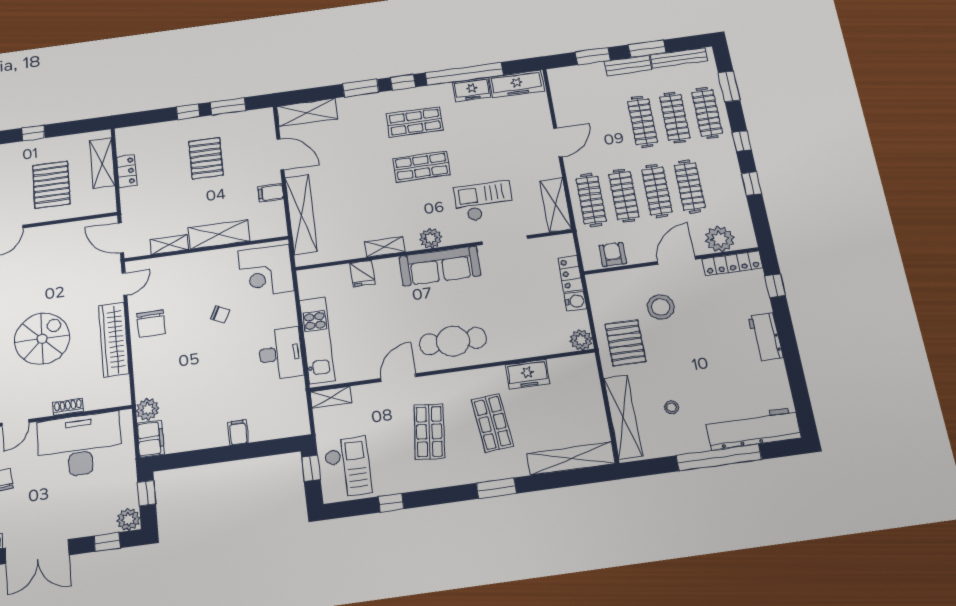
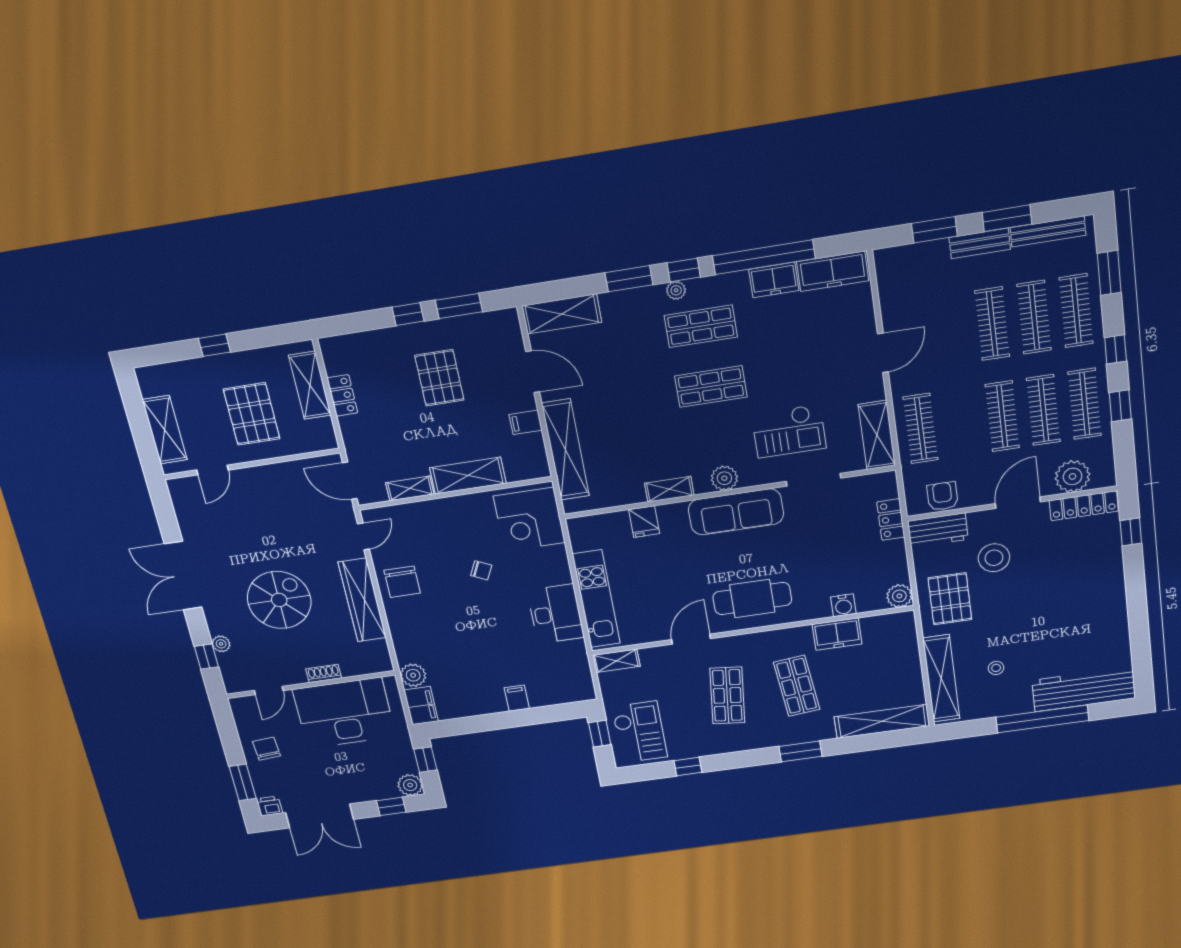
plant: (396, 96) -> (676, 290), added
clothes rail: (624, 195) -> (1085, 404), moved
checkout: (484, 201) -> (789, 431), turned 180
water cooler: (575, 301) -> (843, 605), moved, turned 90
workbench: (765, 337) -> (938, 530), moved, turned -90

